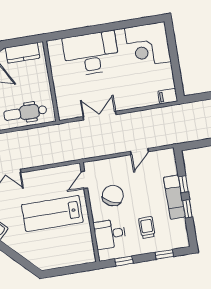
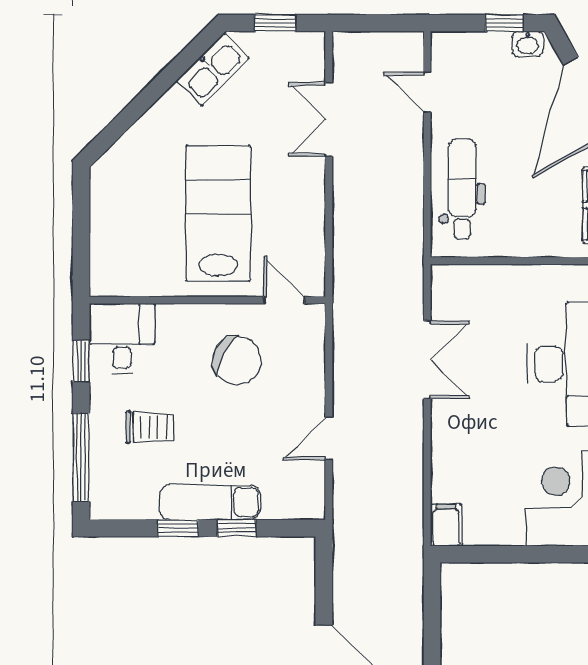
door: (139, 152) -> (329, 439), hinge flipped
desk: (110, 234) -> (122, 339), moved
window: (164, 254) -> (81, 457), width x2.17

